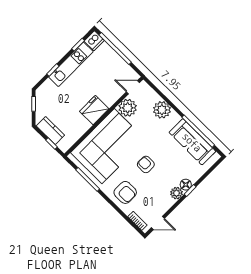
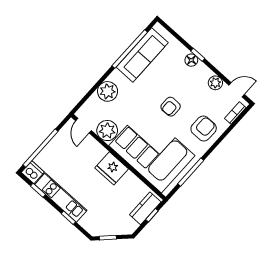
kitchen counter: (50, 131) -> (145, 208), moved
plant: (176, 193) -> (215, 83), moved
door: (158, 223) -> (237, 90), hinge flipped

